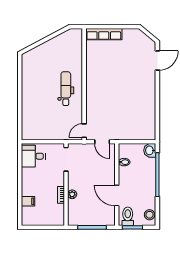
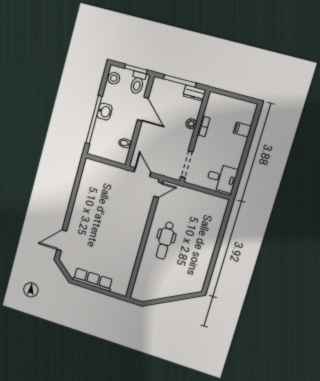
row of seats: (104, 34) -> (93, 280), moved
washbasin: (150, 150) -> (105, 112), moved
dresser: (77, 221) -> (194, 93), added

